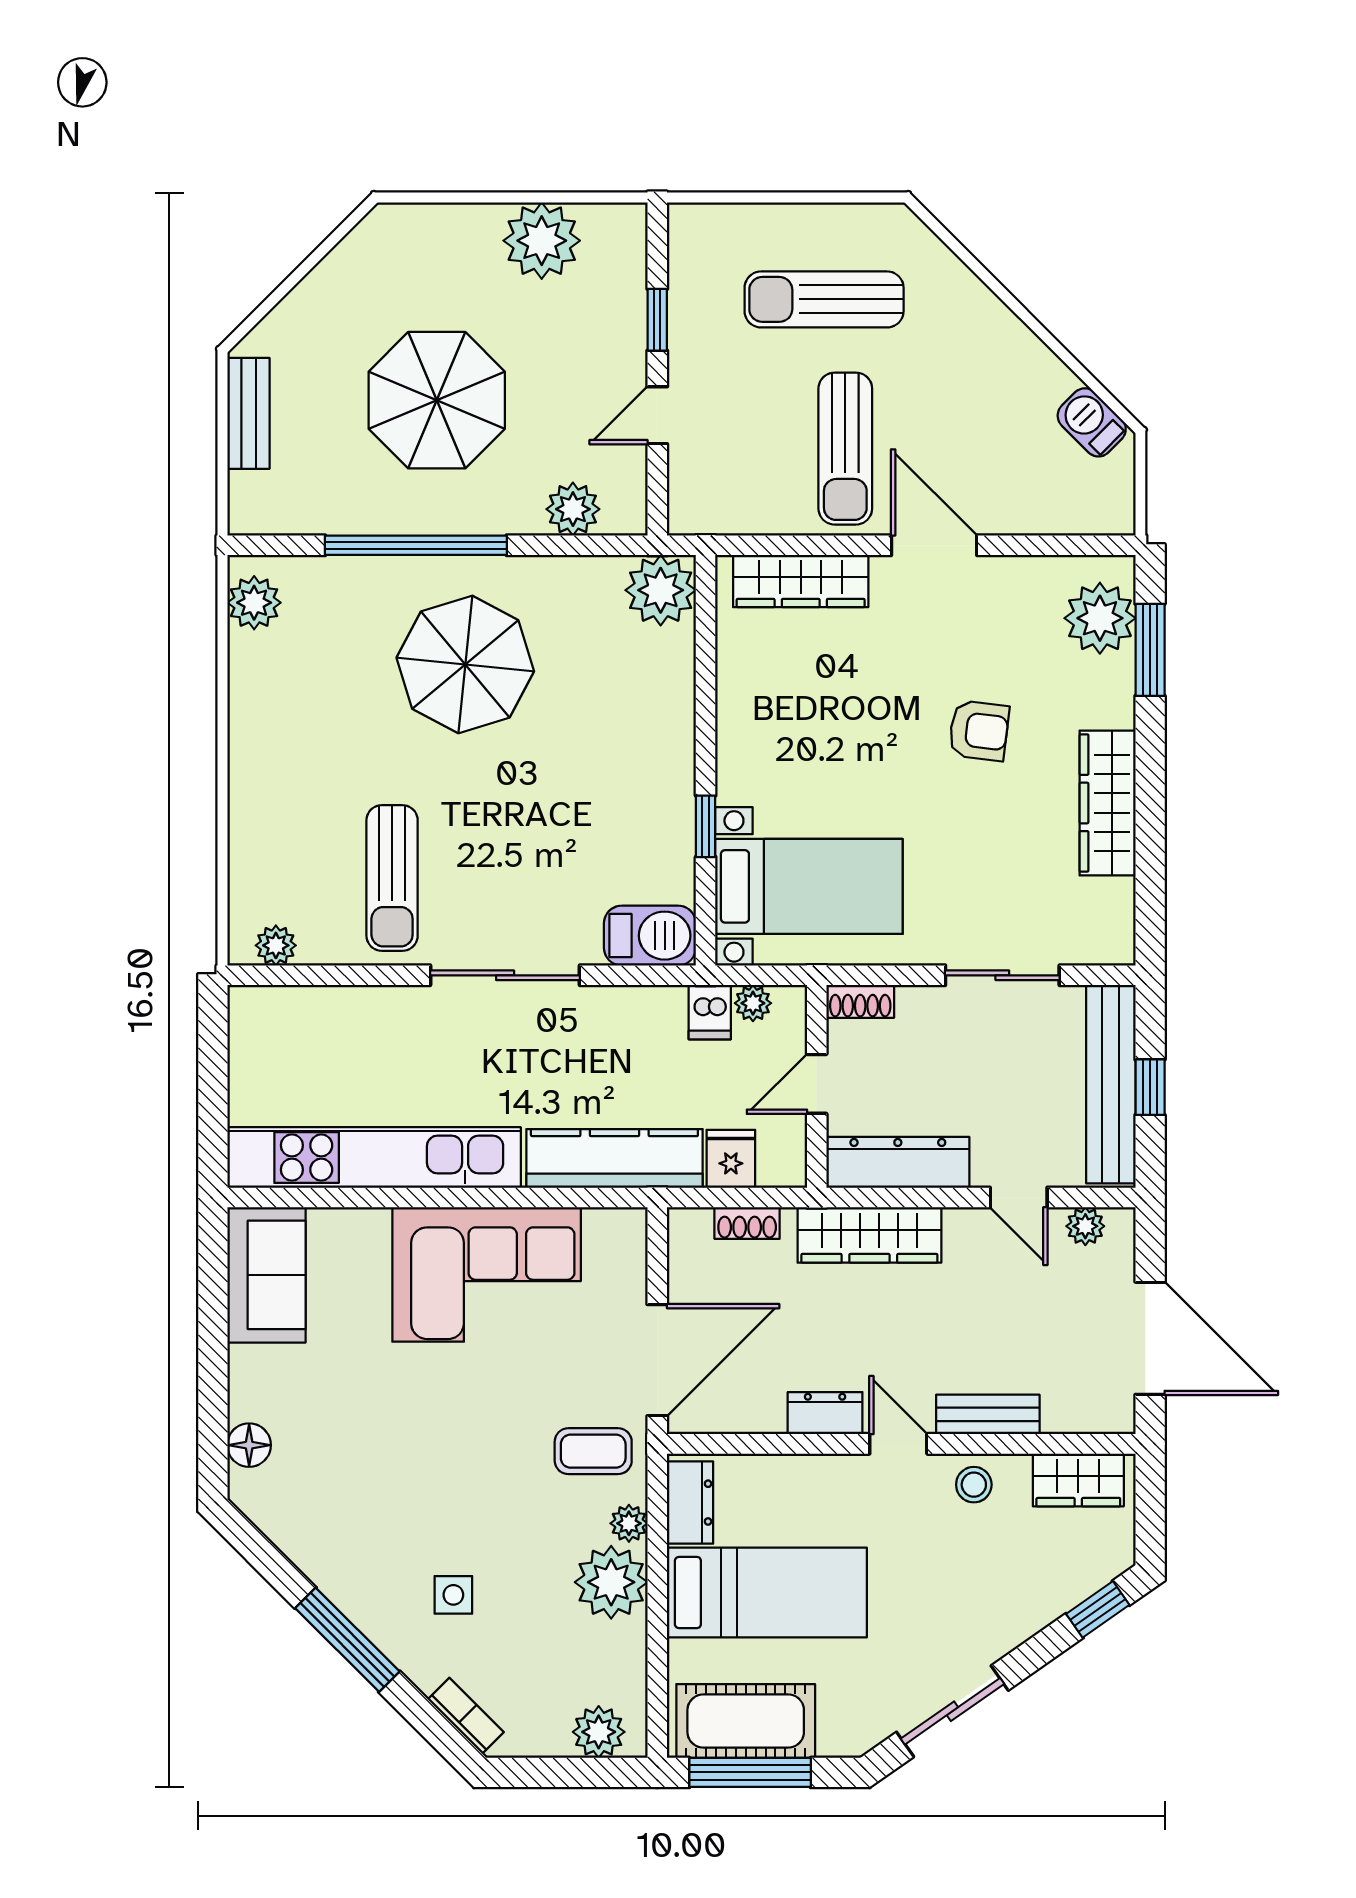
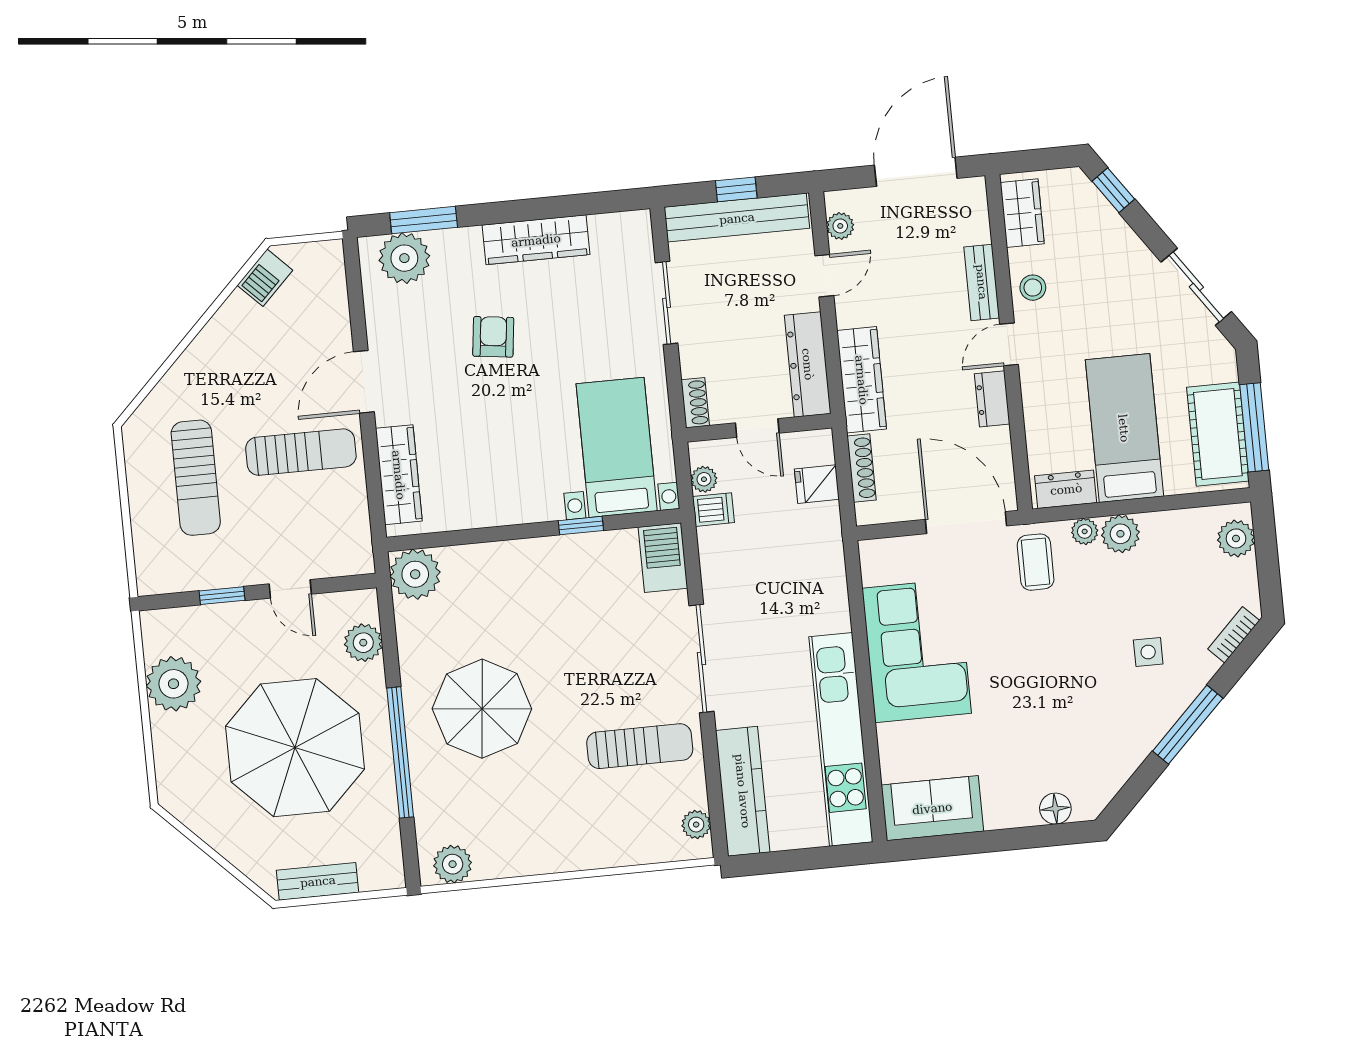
parasol: (437, 400) -> (295, 748), width x1.36, depth x1.36
kitchen counter: (614, 1158) -> (743, 791), moved, turned 180
shoe rack: (747, 1223) -> (862, 468), width x1.43
plant: (611, 1582) -> (1120, 534), width x0.73, depth x0.73

